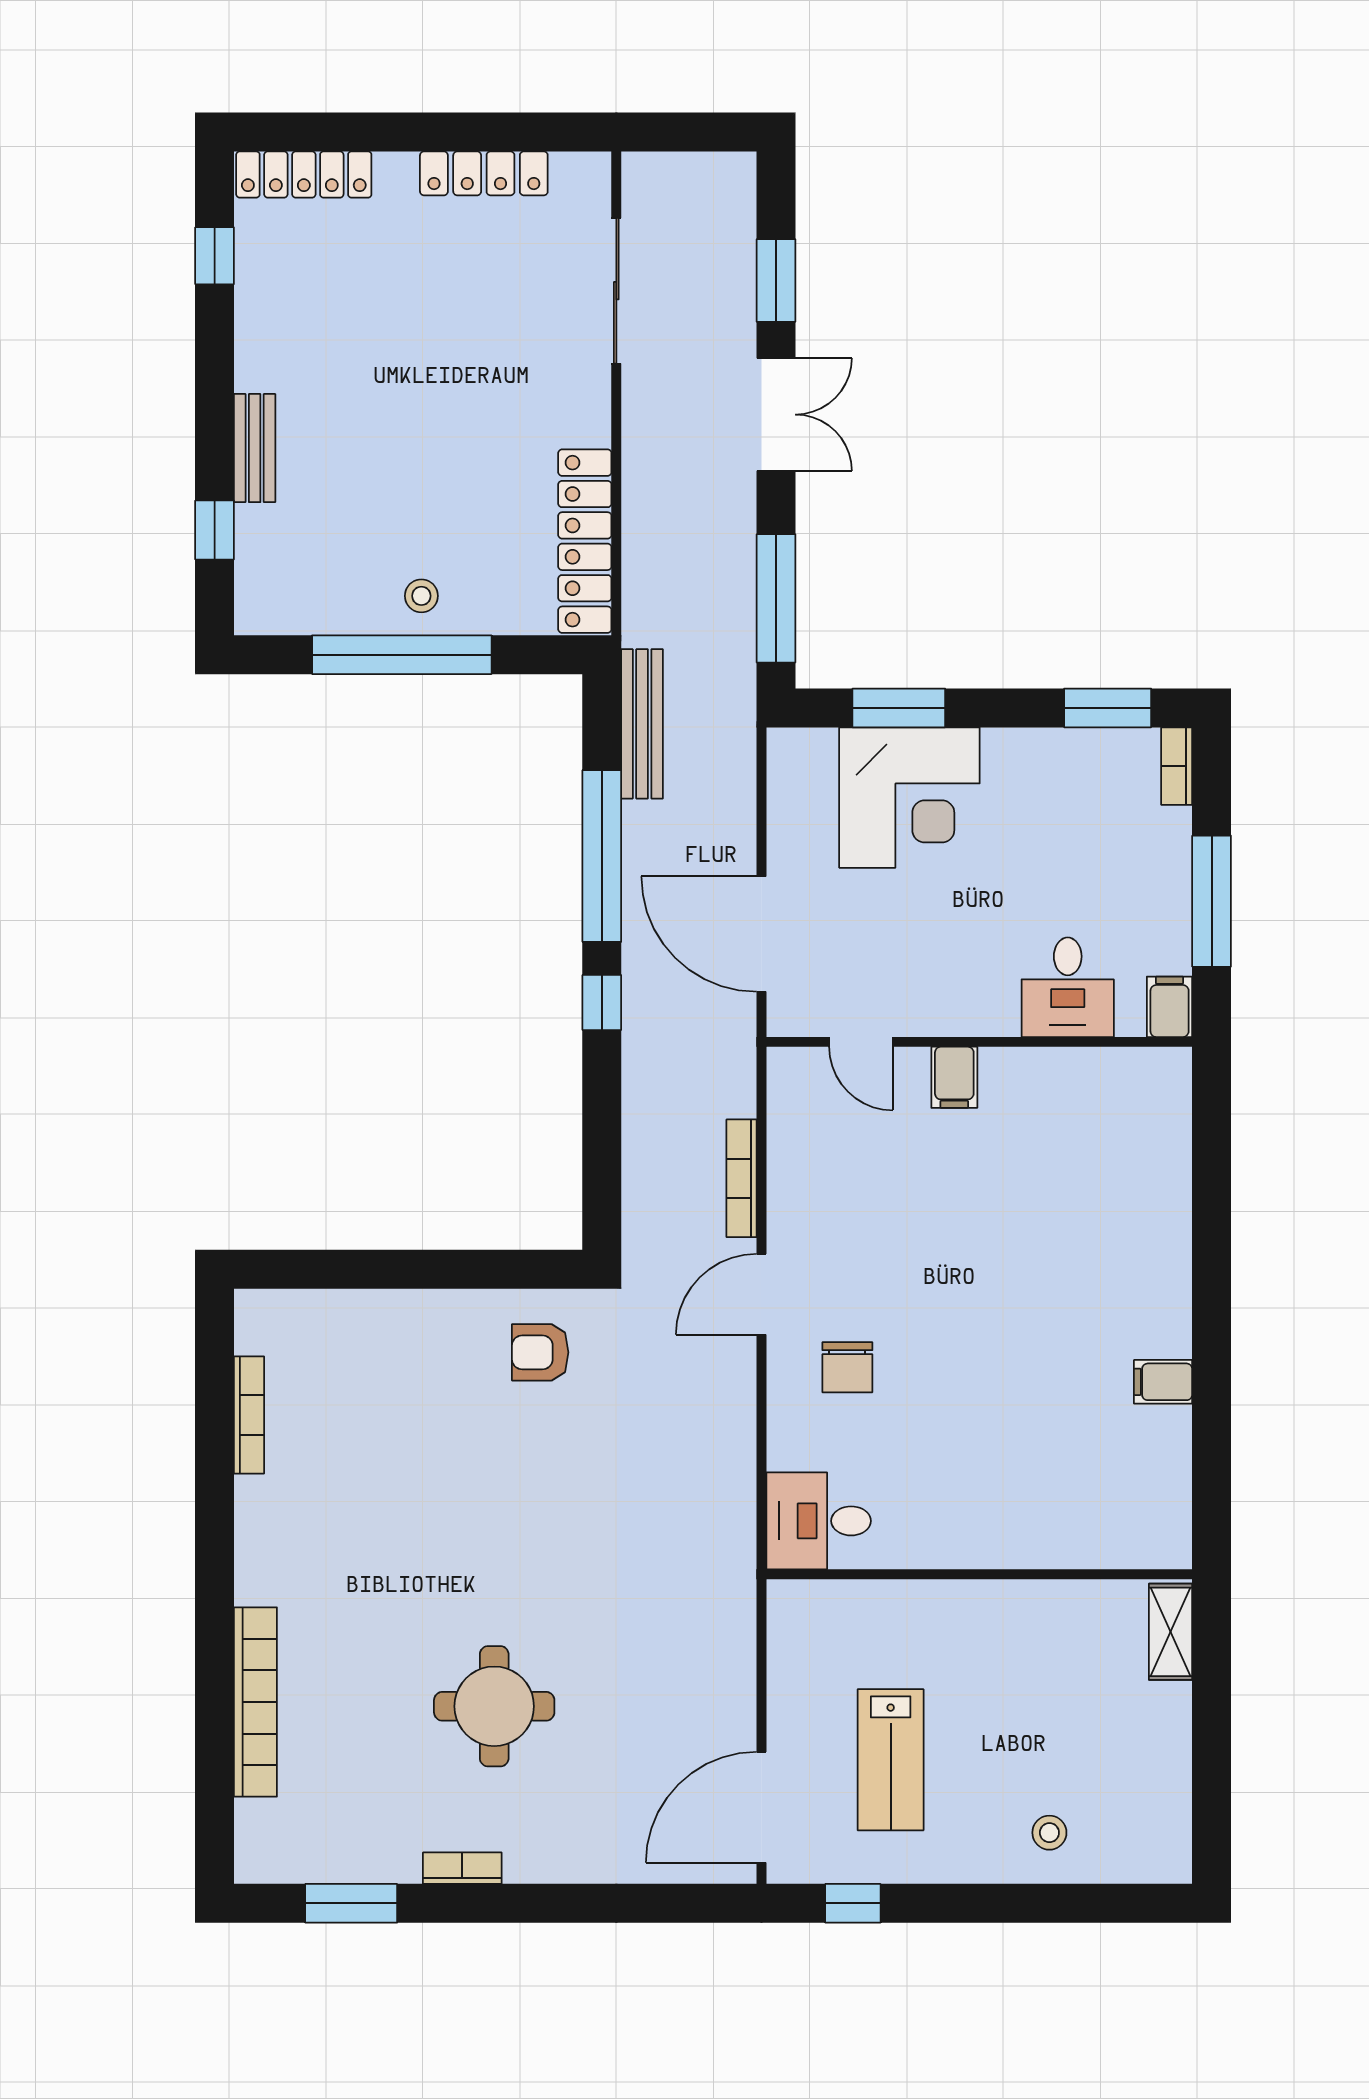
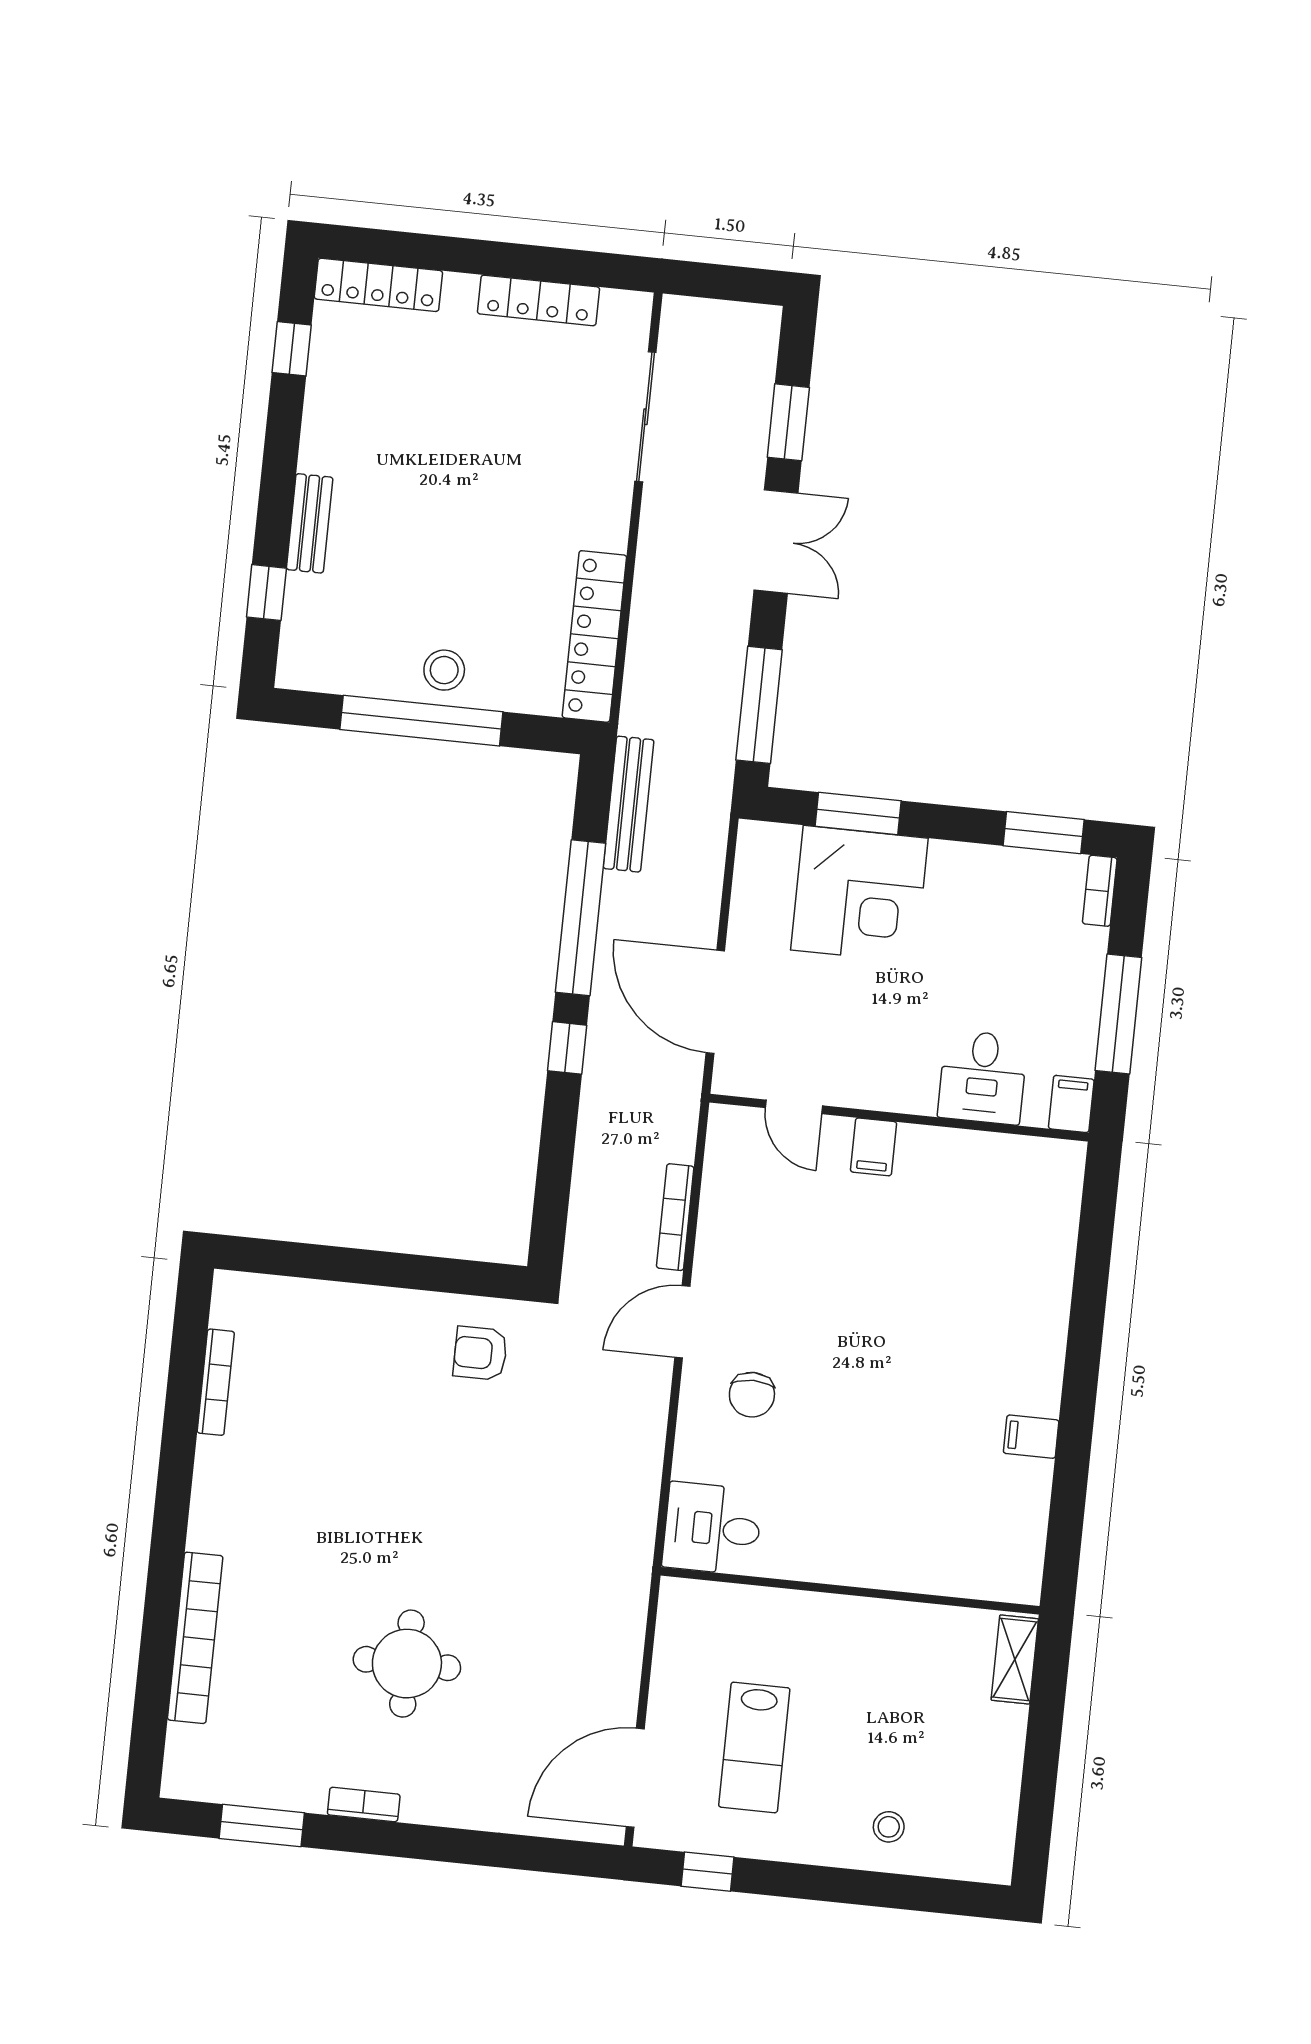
stool: (421, 596) -> (444, 670), width x1.37, depth x1.37

